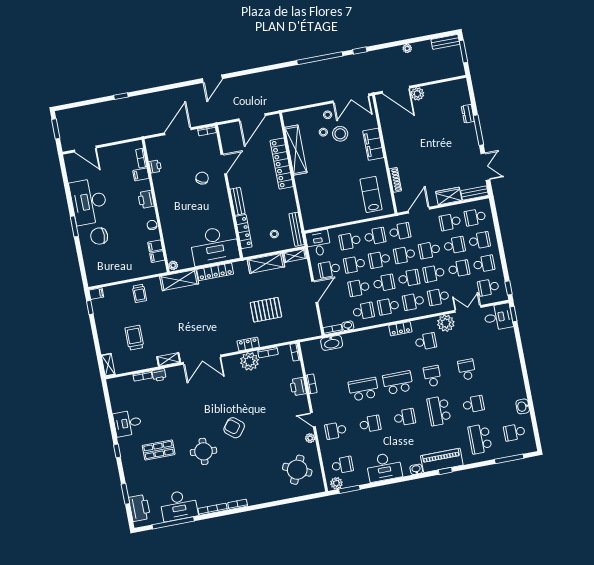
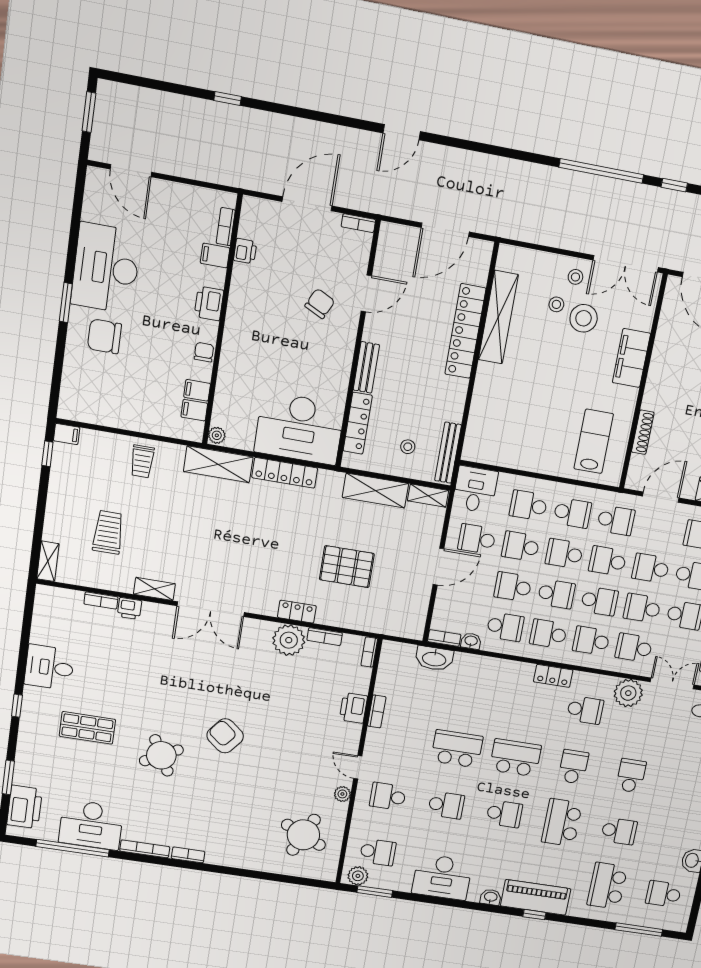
round table: (204, 451) -> (161, 755), turned -33

